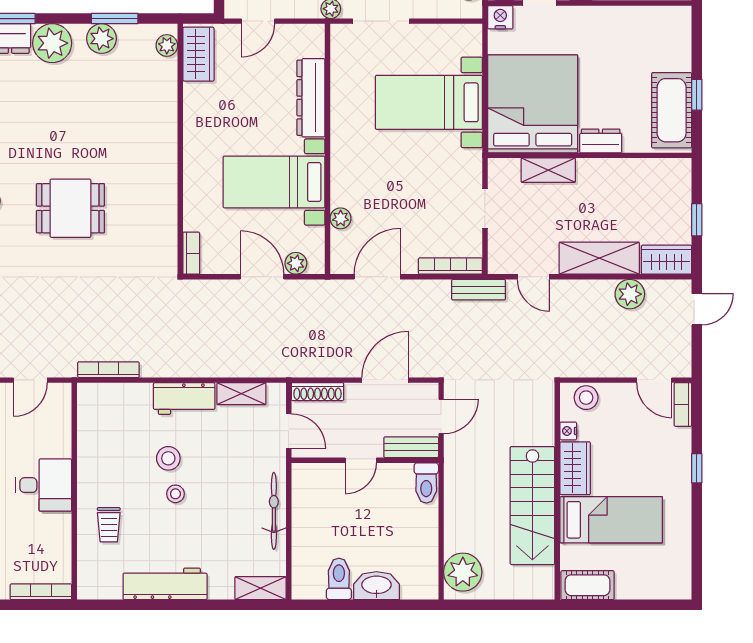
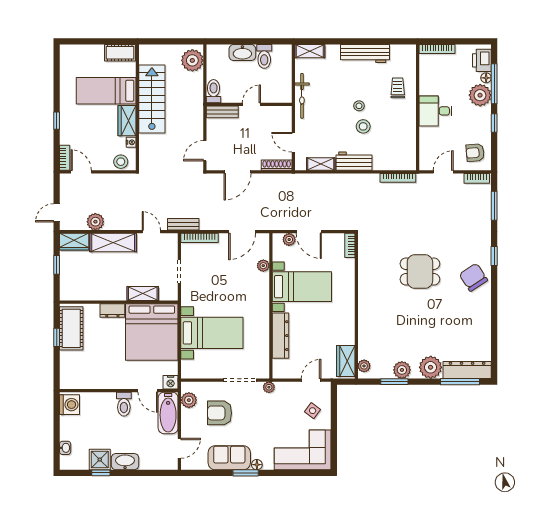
bench: (411, 447) -> (222, 112), moved
door: (361, 460) -> (251, 104), moved
wall: (365, 460) -> (249, 104), moved
toilet: (426, 483) -> (214, 91), moved

